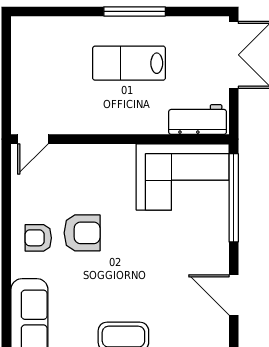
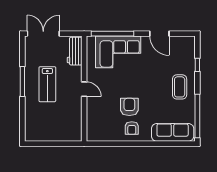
door: (33, 139) -> (84, 89), moved
corner sofa: (183, 177) -> (118, 52), moved, turned 90
door: (234, 295) -> (159, 34), hinge flipped

